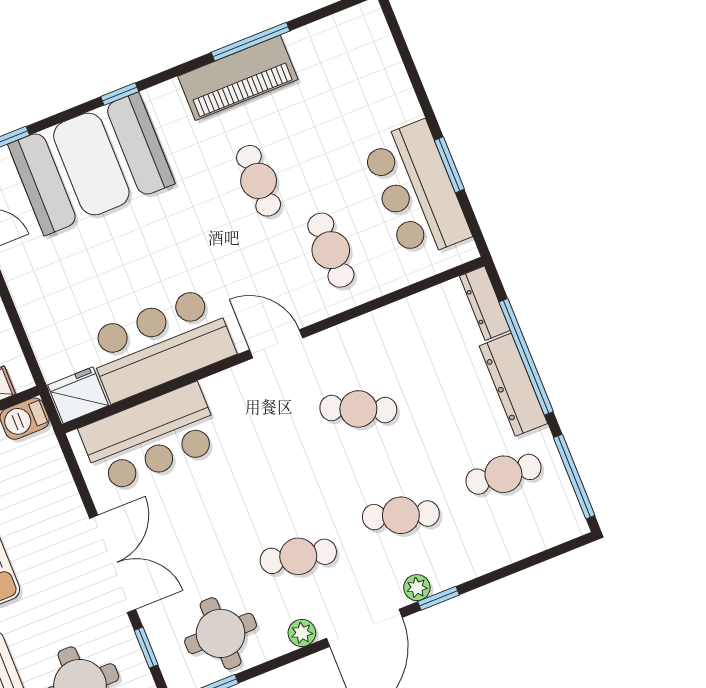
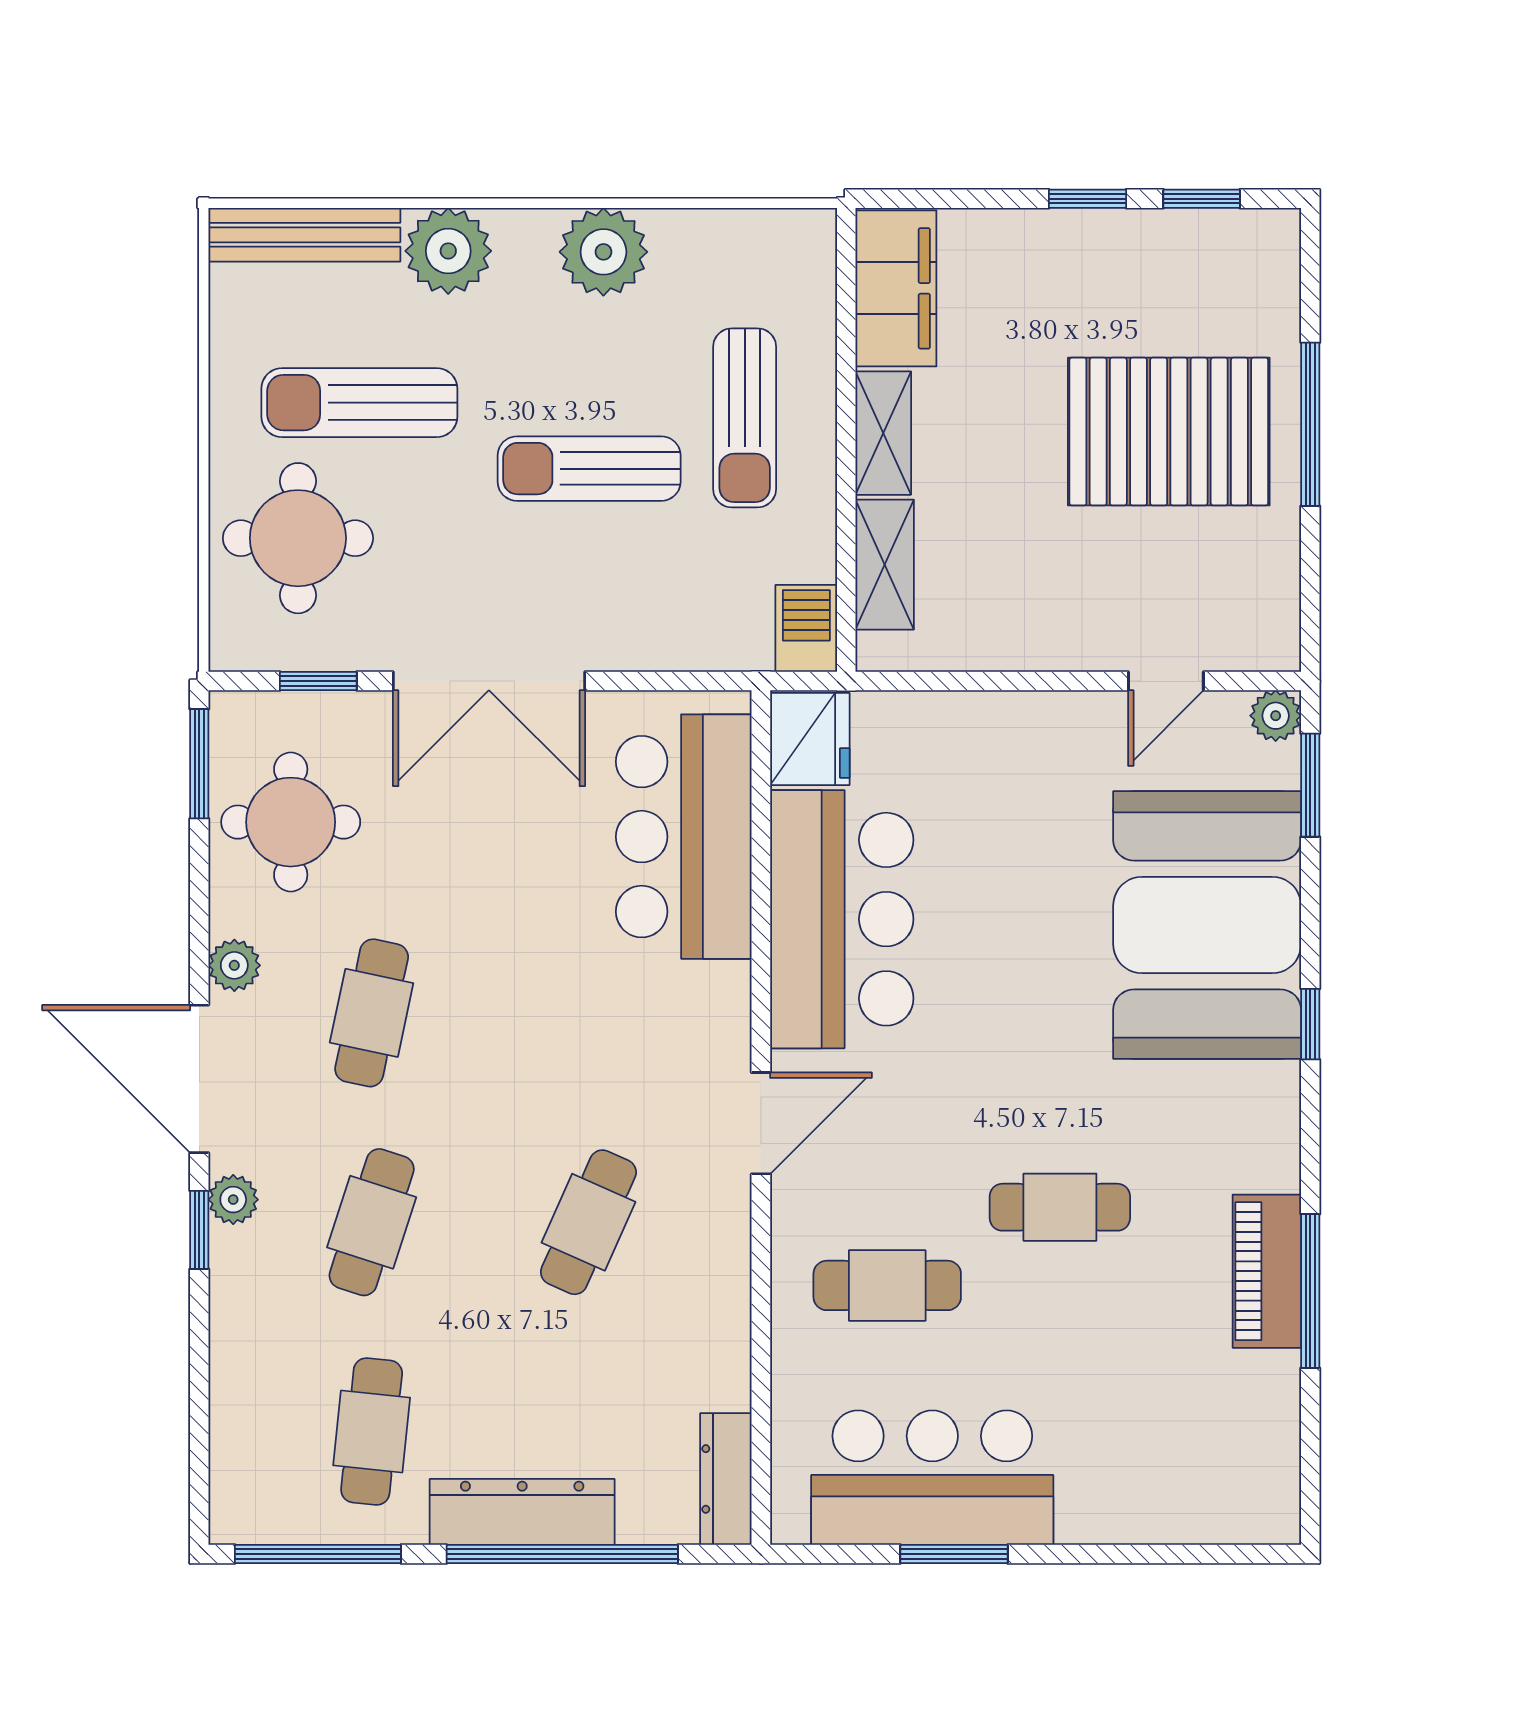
piano: (238, 78) -> (1267, 1271), width x0.73, depth x0.75
dresser: (485, 303) -> (726, 1479), moved, turned -90

